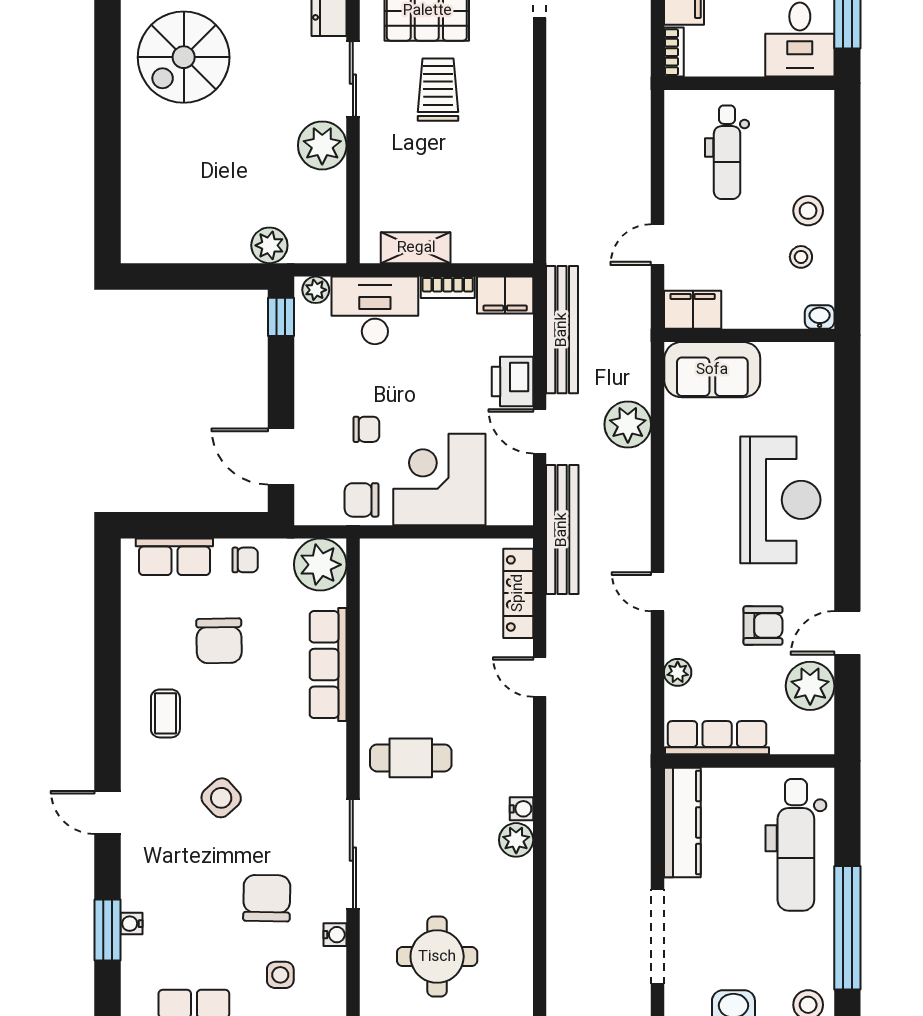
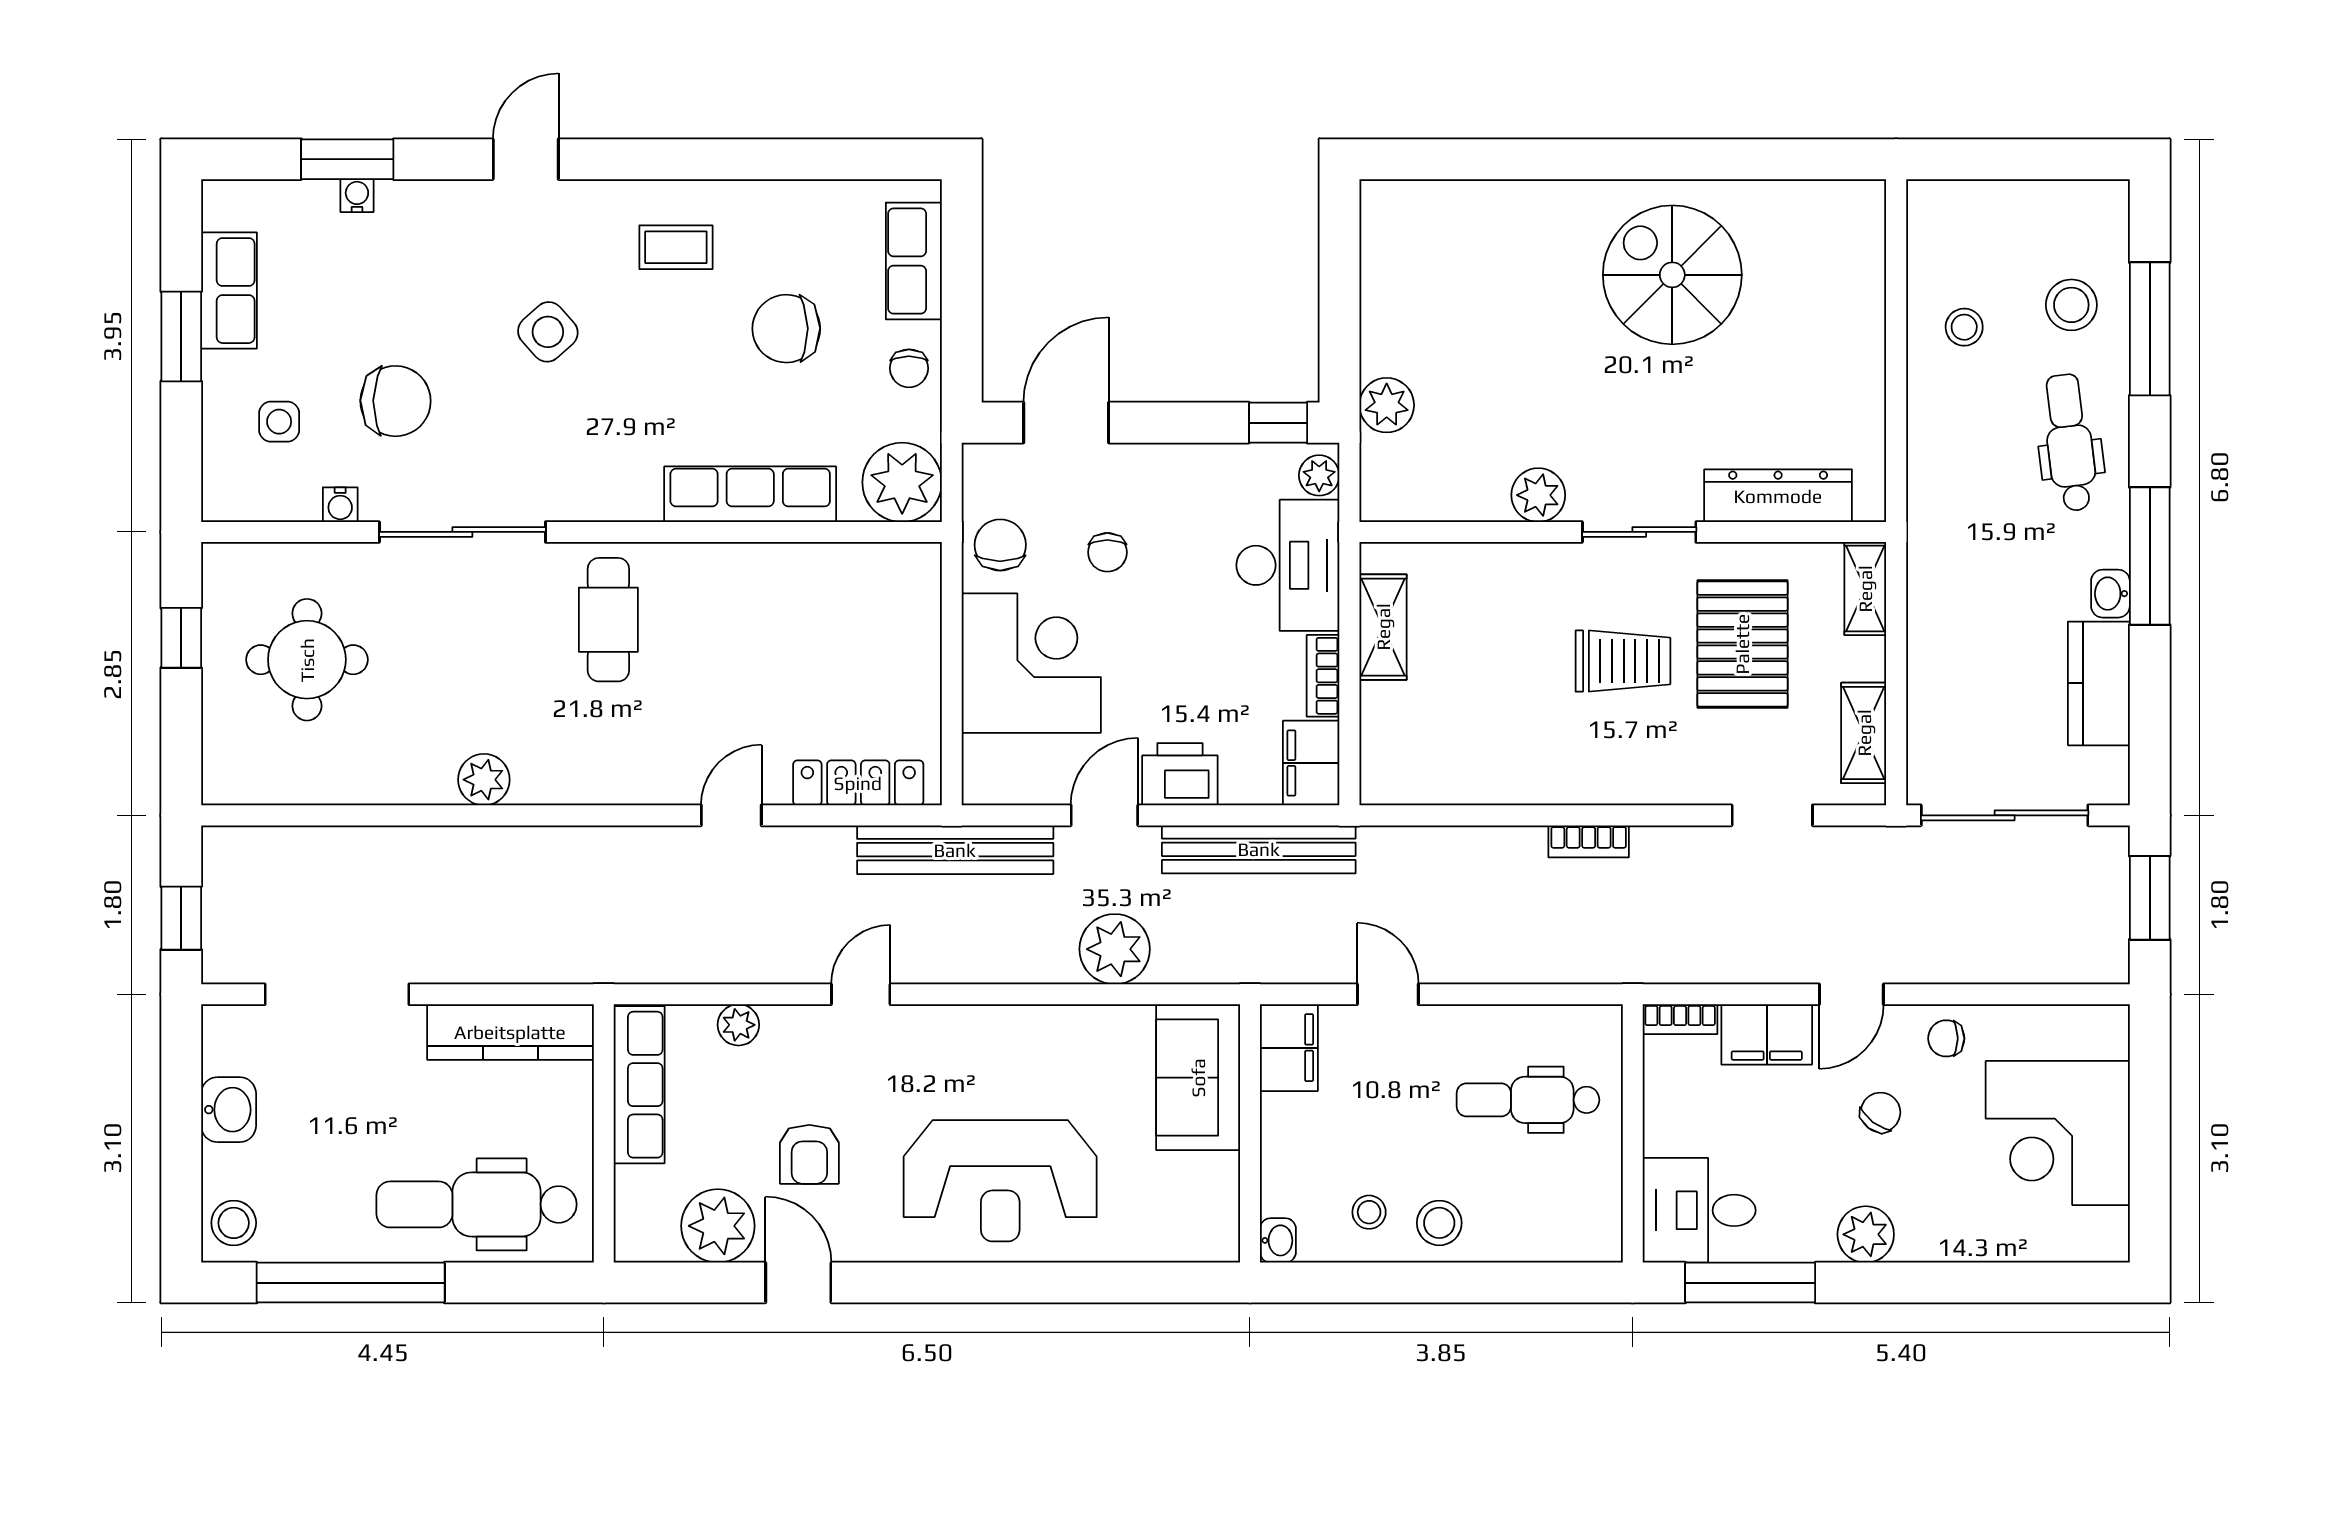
bookcase: (557, 112) -> (1589, 841), added
plant: (322, 145) -> (1538, 495), width x0.73, depth x0.73
water cooler: (521, 809) -> (531, 788), removed

